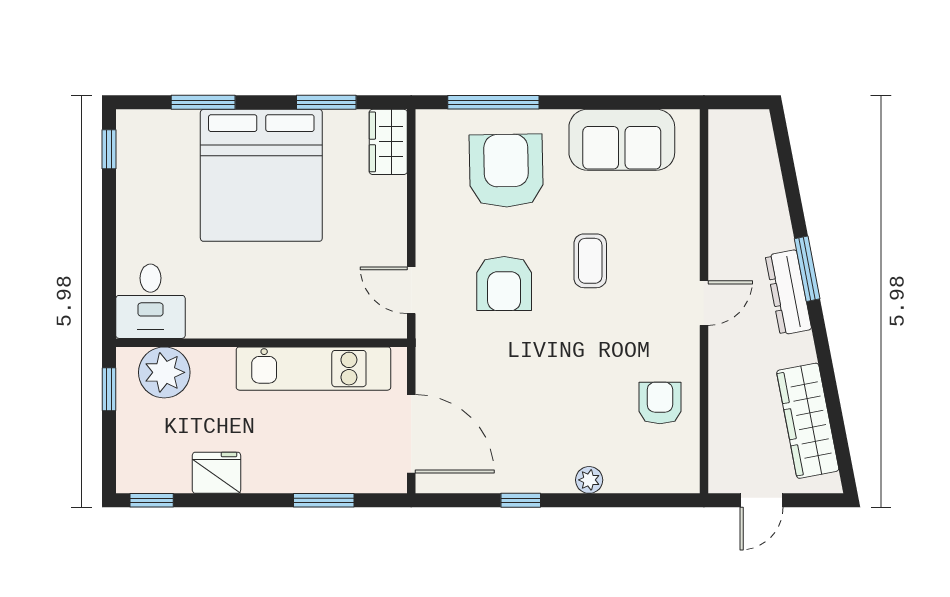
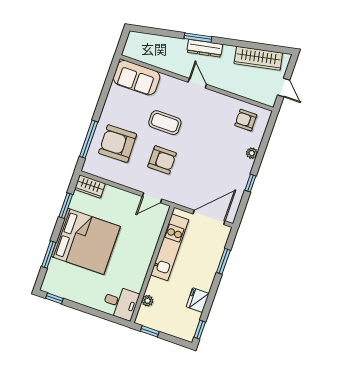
sofa: (622, 140) -> (137, 78), moved, turned 90
coffee table: (590, 261) -> (165, 123), width x1.36, depth x1.30
plant: (164, 372) -> (148, 301), width x0.53, depth x0.53
armchair: (660, 403) -> (246, 120), moved

